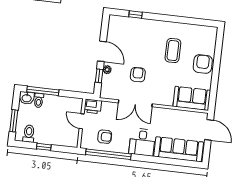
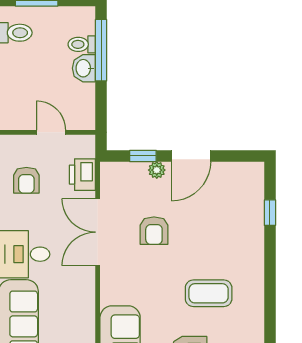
armchair: (138, 75) -> (154, 231), turned 90
washbasin: (27, 98) -> (84, 68), moved
printer: (93, 106) -> (82, 175), moved
door: (82, 121) -> (51, 132), hinge flipped

